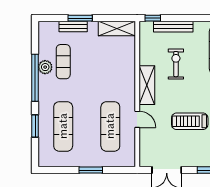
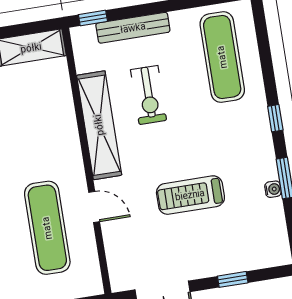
exercise bike: (176, 64) -> (149, 95), turned 180
shelving: (147, 85) -> (99, 125), width x1.47

